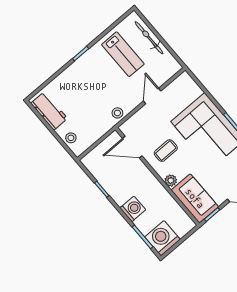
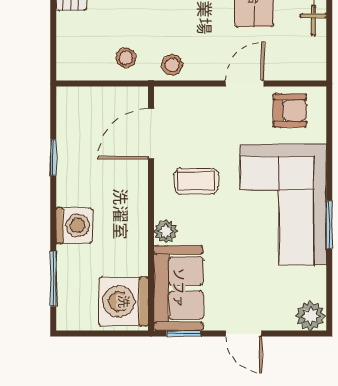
armchair: (179, 91) -> (290, 111), added
stool: (71, 138) -> (126, 58), moved
door: (132, 147) -> (151, 134), hinge flipped
washing machine: (162, 238) -> (124, 302), moved, turned -90

